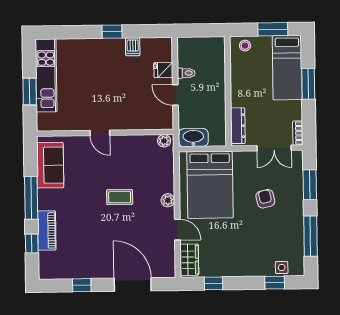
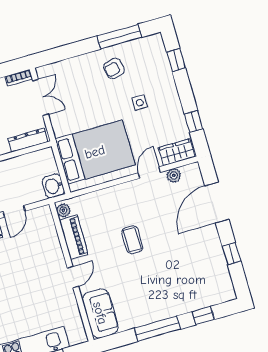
washbasin: (193, 138) -> (53, 186), width x0.72
sofa: (50, 165) -> (100, 313), moved, turned 90
window: (310, 185) -> (68, 52), removed
armchair: (265, 199) -> (114, 68), moved
plant: (168, 200) -> (174, 175), moved
piano: (47, 231) -> (74, 237), moved, turned 90
side table: (282, 268) -> (140, 103), moved

